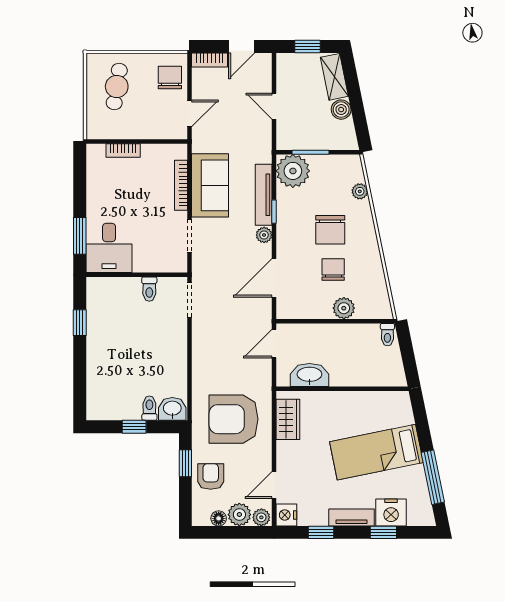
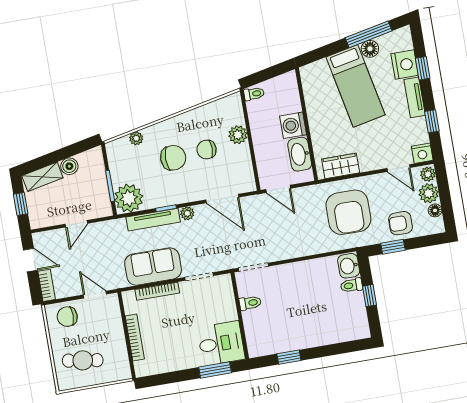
bookcase: (123, 151) -> (135, 338), width x1.56
washing machine: (344, 373) -> (293, 125), added
floor lamp: (416, 476) -> (370, 49), added

